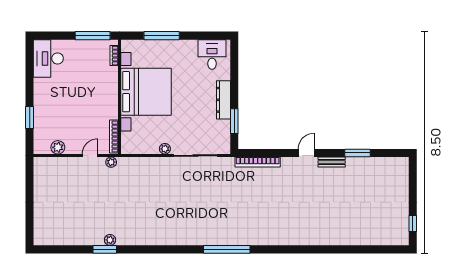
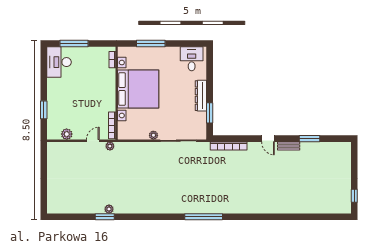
window: (93, 36) -> (74, 44), moved
door: (306, 153) -> (268, 139), swing flipped

